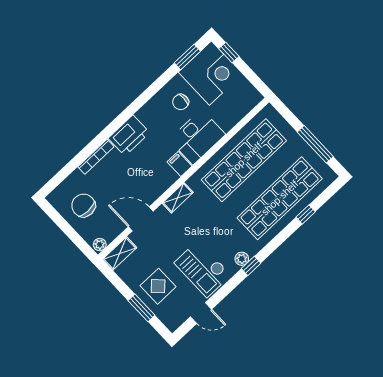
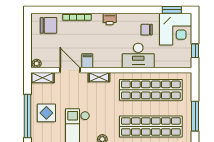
window: (229, 53) -> (195, 51), moved
printer: (129, 135) -> (110, 19), width x0.53, depth x0.68
filing cabinet: (179, 164) -> (87, 61), moved
chair: (83, 205) -> (49, 25), moved, turned 90
window: (141, 308) -> (27, 116), width x2.11

